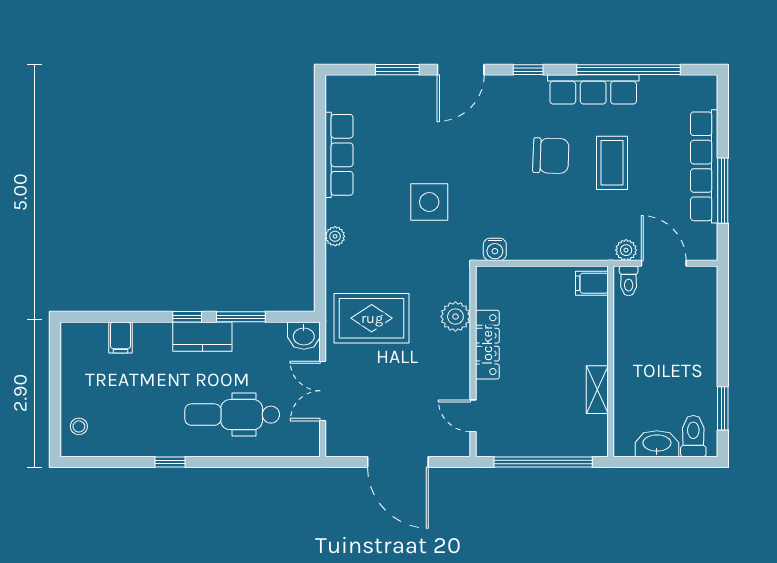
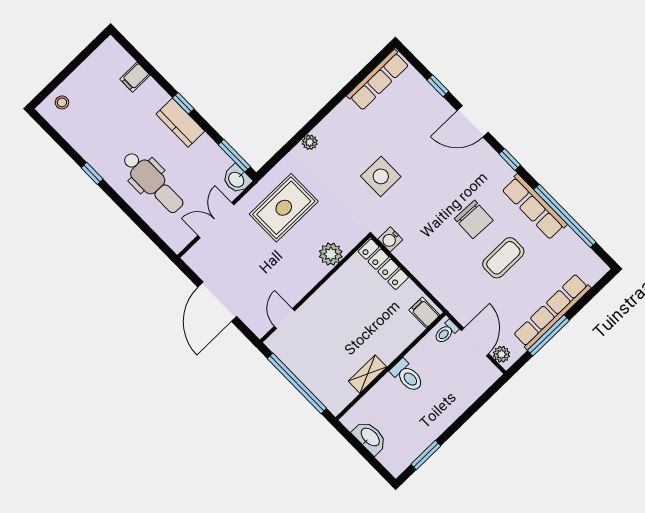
window: (397, 70) -> (438, 86), width x0.67
row of seats: (339, 155) -> (378, 80), moved
plant: (626, 250) -> (502, 354), moved
window: (241, 317) -> (234, 156), moved
rug: (372, 318) -> (284, 208), turned 90
locker: (487, 345) -> (383, 264), moved, turned 90
dental chair: (232, 415) -> (153, 182), turned 180
toilet: (693, 436) -> (407, 376), moved, turned 90

